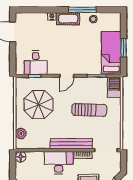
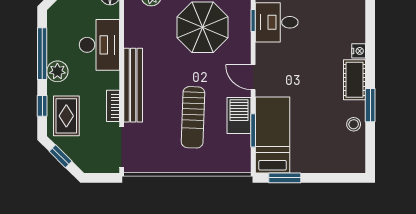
window: (82, 10) -> (370, 105), width x0.69
window: (124, 48) -> (285, 178), moved
bed: (111, 53) -> (273, 135), moved, turned -90
barbecue: (114, 87) -> (239, 116), moved, turned -90
desk: (59, 163) -> (99, 45), moved

